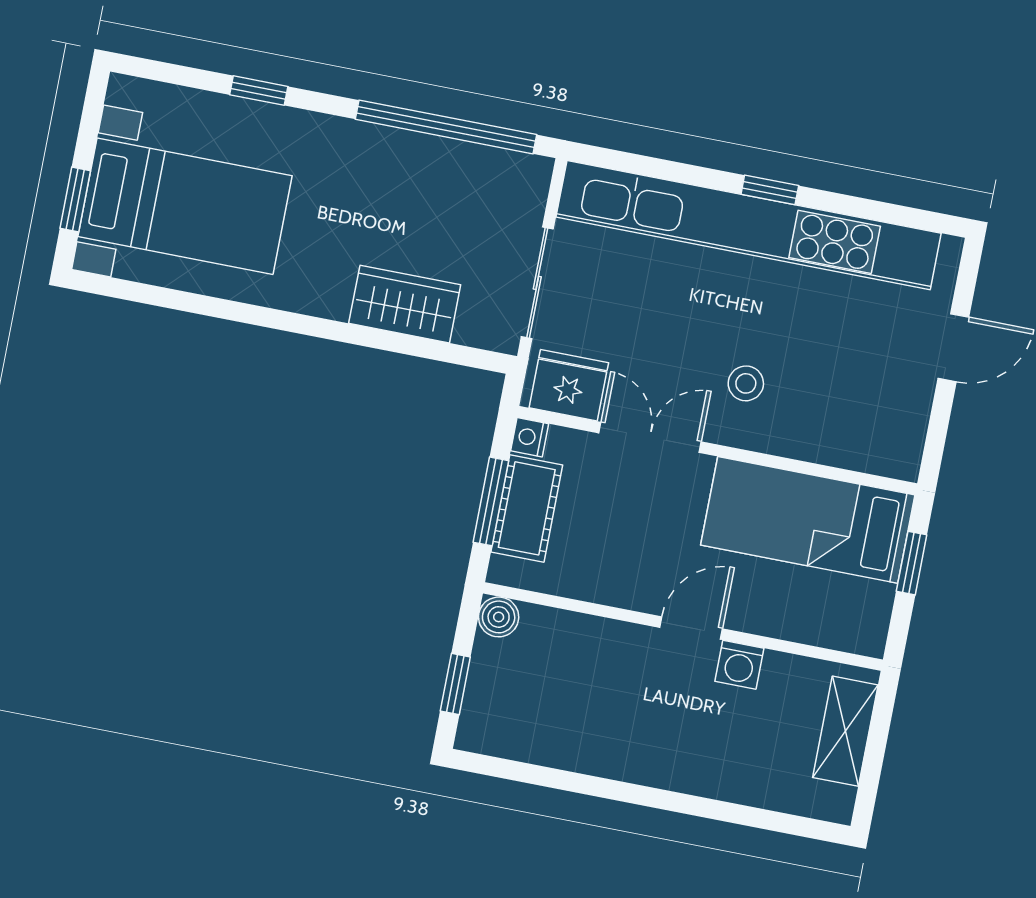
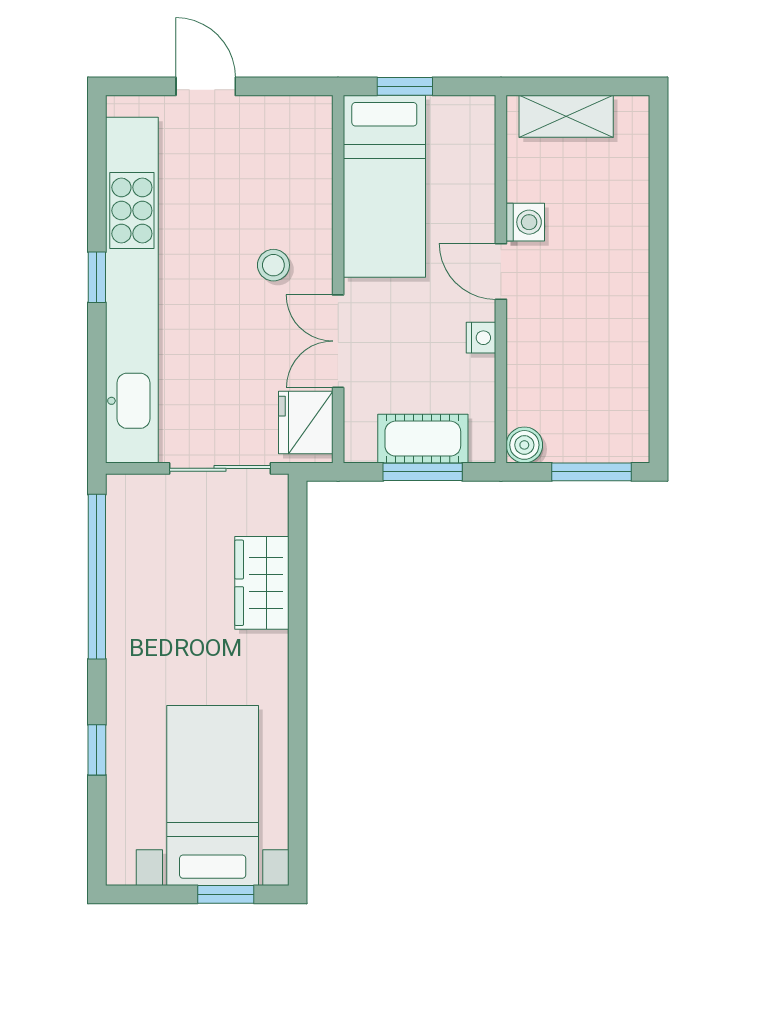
nightstand: (530, 437) -> (481, 338), moved, turned -90
window: (455, 684) -> (592, 472), width x1.50

